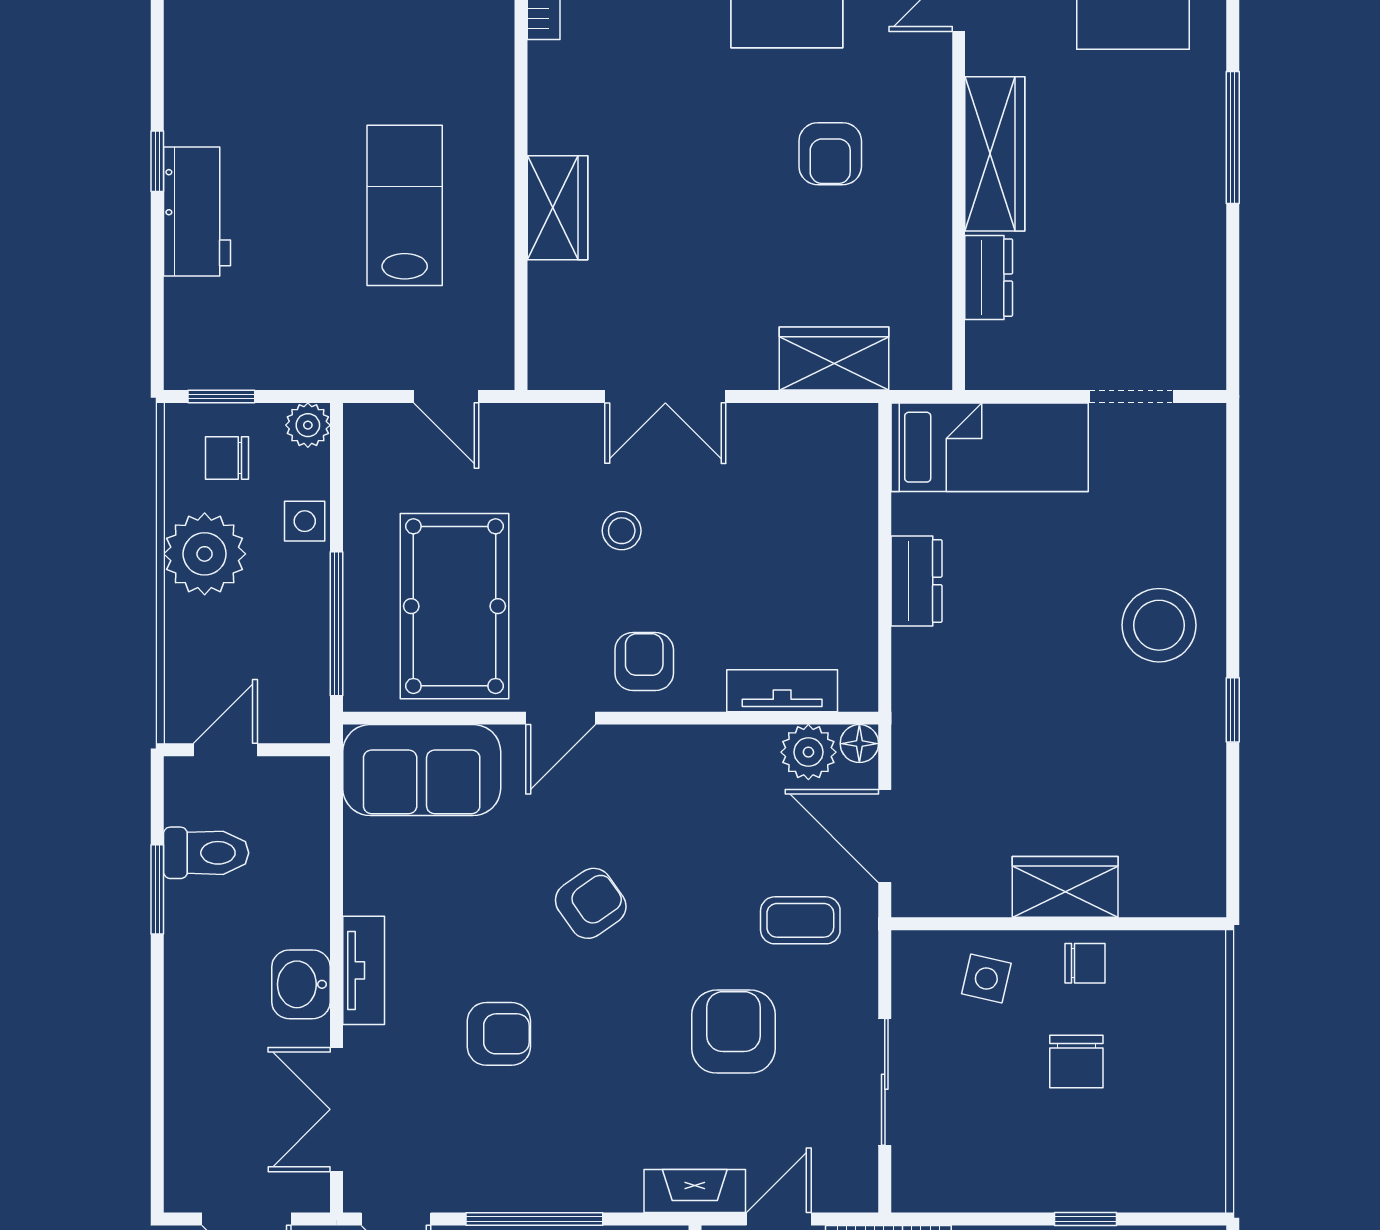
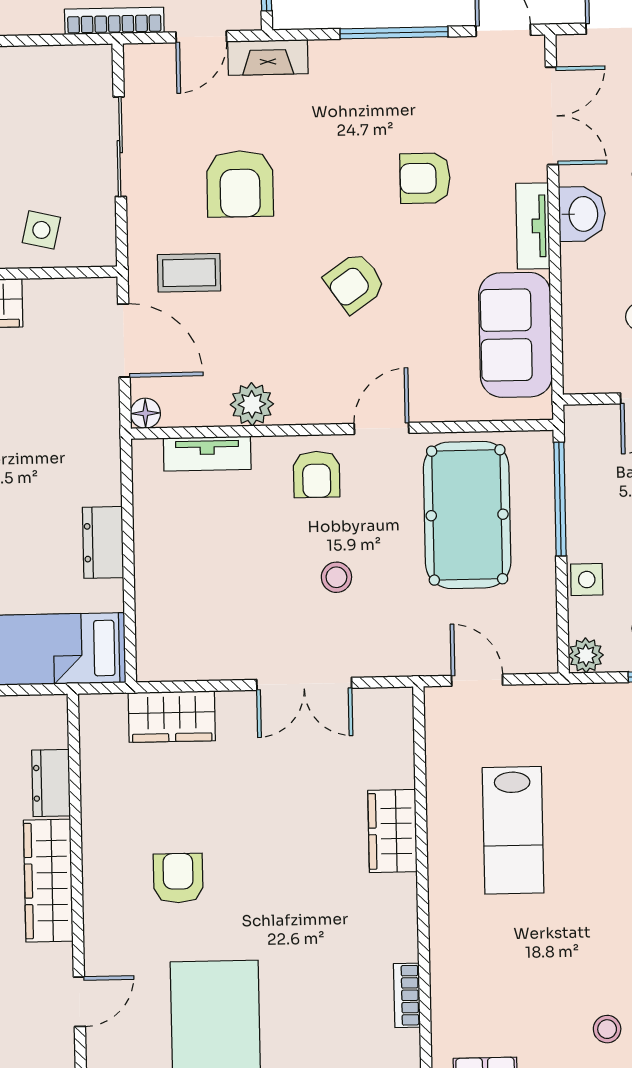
double door: (665, 396) -> (304, 684), swing flipped
plant: (808, 752) -> (252, 404), moved
sofa: (422, 770) -> (516, 335), moved, turned -90

